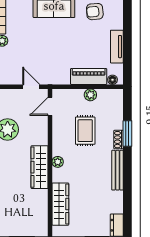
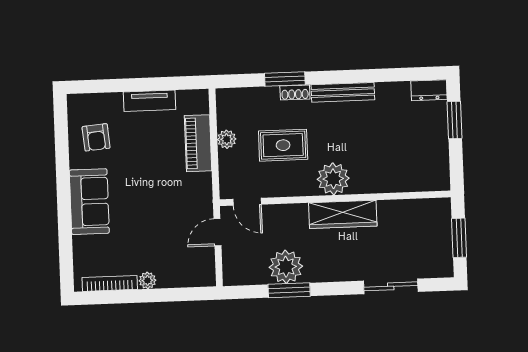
floor lamp: (112, 80) -> (202, 106), removed
plant: (58, 162) -> (333, 179), width x1.88, depth x1.88
wardrobe: (60, 204) -> (399, 180), removed

